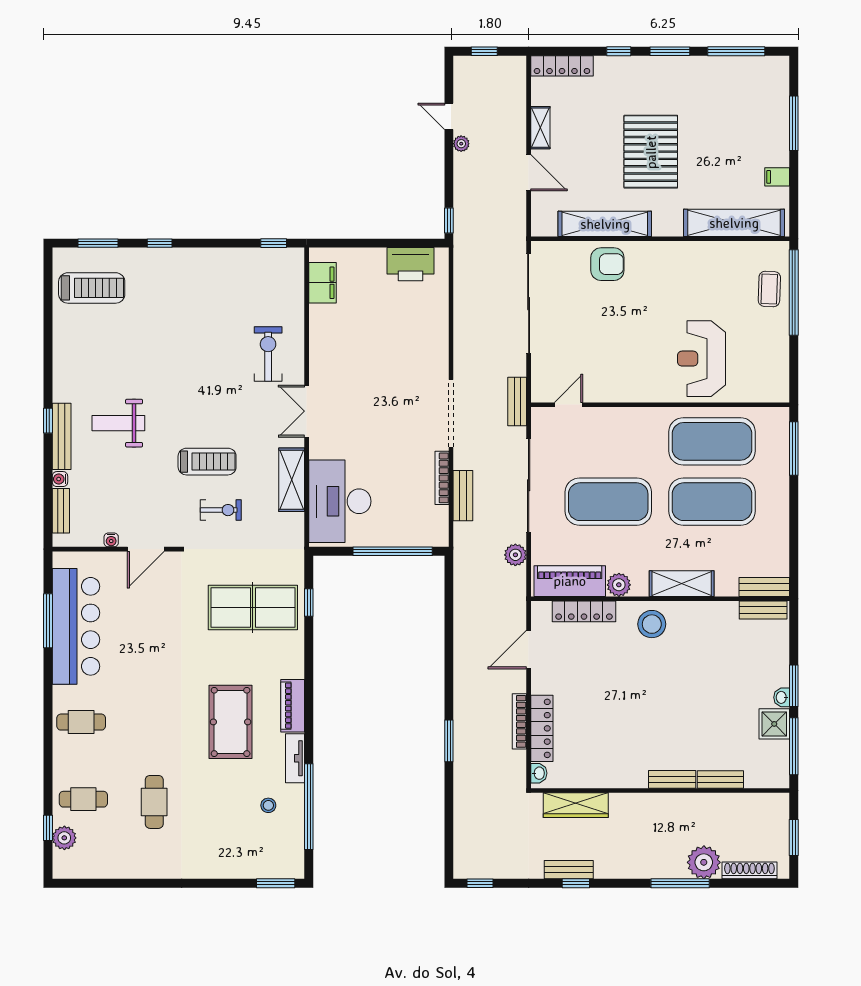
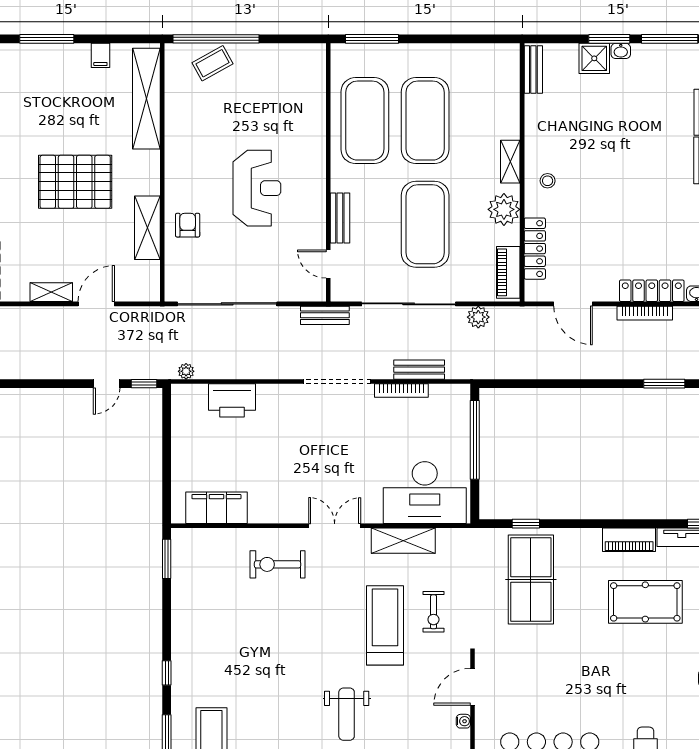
door: (449, 116) -> (107, 384), moved
plant: (461, 144) -> (186, 371), moved
shelving: (605, 224) -> (147, 228), width x0.68
window: (274, 243) -> (167, 559), width x1.50
printer: (411, 264) -> (232, 400), moved, turned 90
armchair: (607, 264) -> (188, 225), width x0.72, depth x0.72
filing cabinet: (322, 283) -> (216, 508), width x1.50, depth x1.17
coffee table: (769, 289) -> (212, 63), turned -31
reception desk: (701, 359) -> (257, 188), moved, turned -90
double door: (307, 411) -> (335, 526), swing flipped
treadmill: (207, 462) -> (385, 625), width x1.37, depth x1.38
exercise bike: (221, 510) -> (433, 612), turned 180
door: (146, 549) -> (473, 687), swing flipped
piano: (570, 581) -> (508, 272), width x0.73, depth x0.75
shelving: (682, 584) -> (510, 162), width x0.67, depth x0.75
plant: (619, 585) -> (504, 209), width x1.36, depth x1.36
bench: (764, 587) -> (340, 218), moved
stool: (652, 624) -> (548, 181), width x0.53, depth x0.53
shower: (774, 724) -> (594, 58), moved

